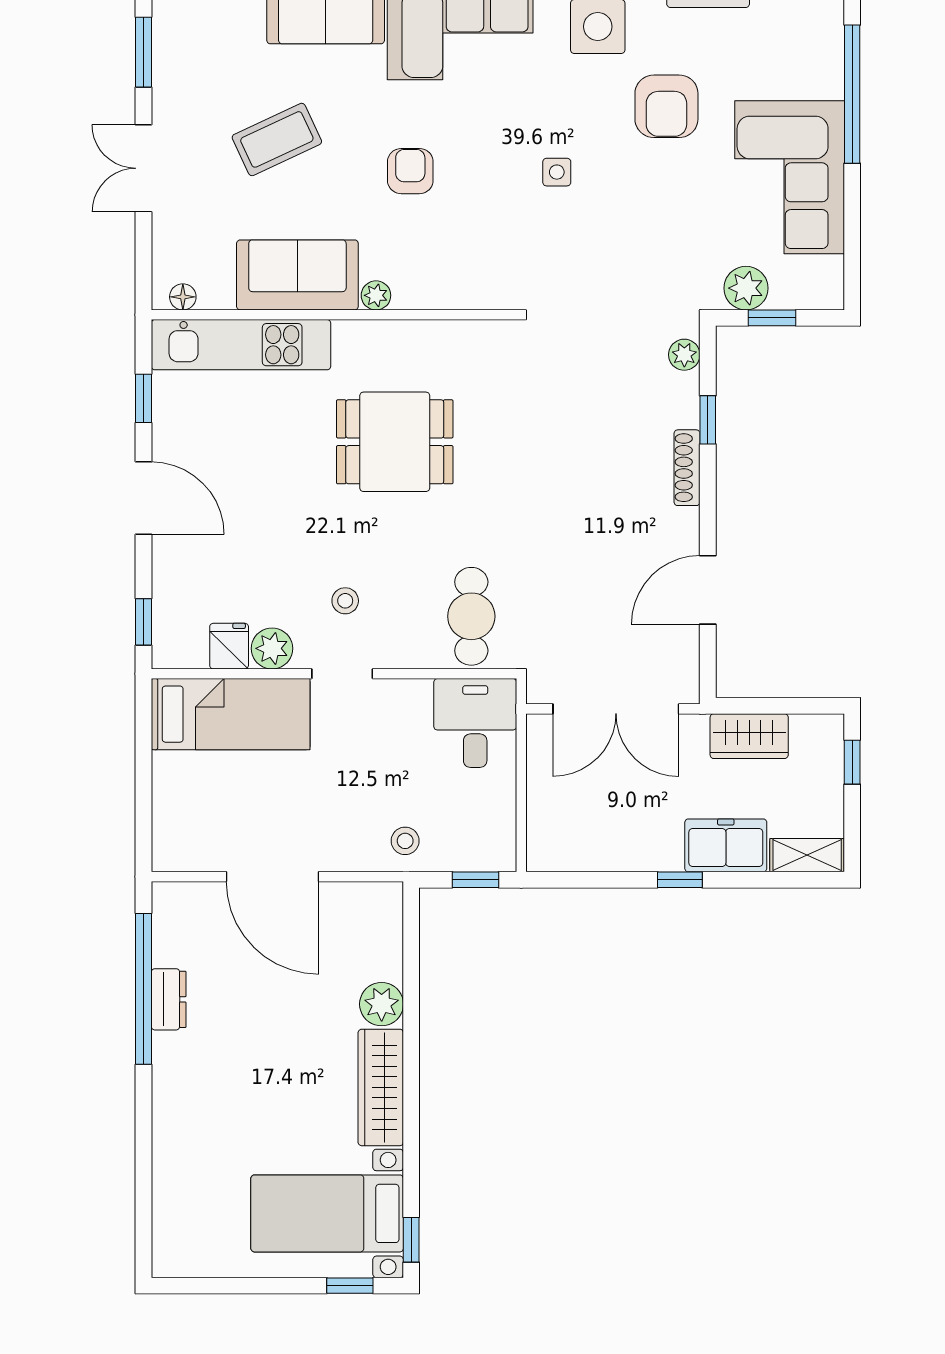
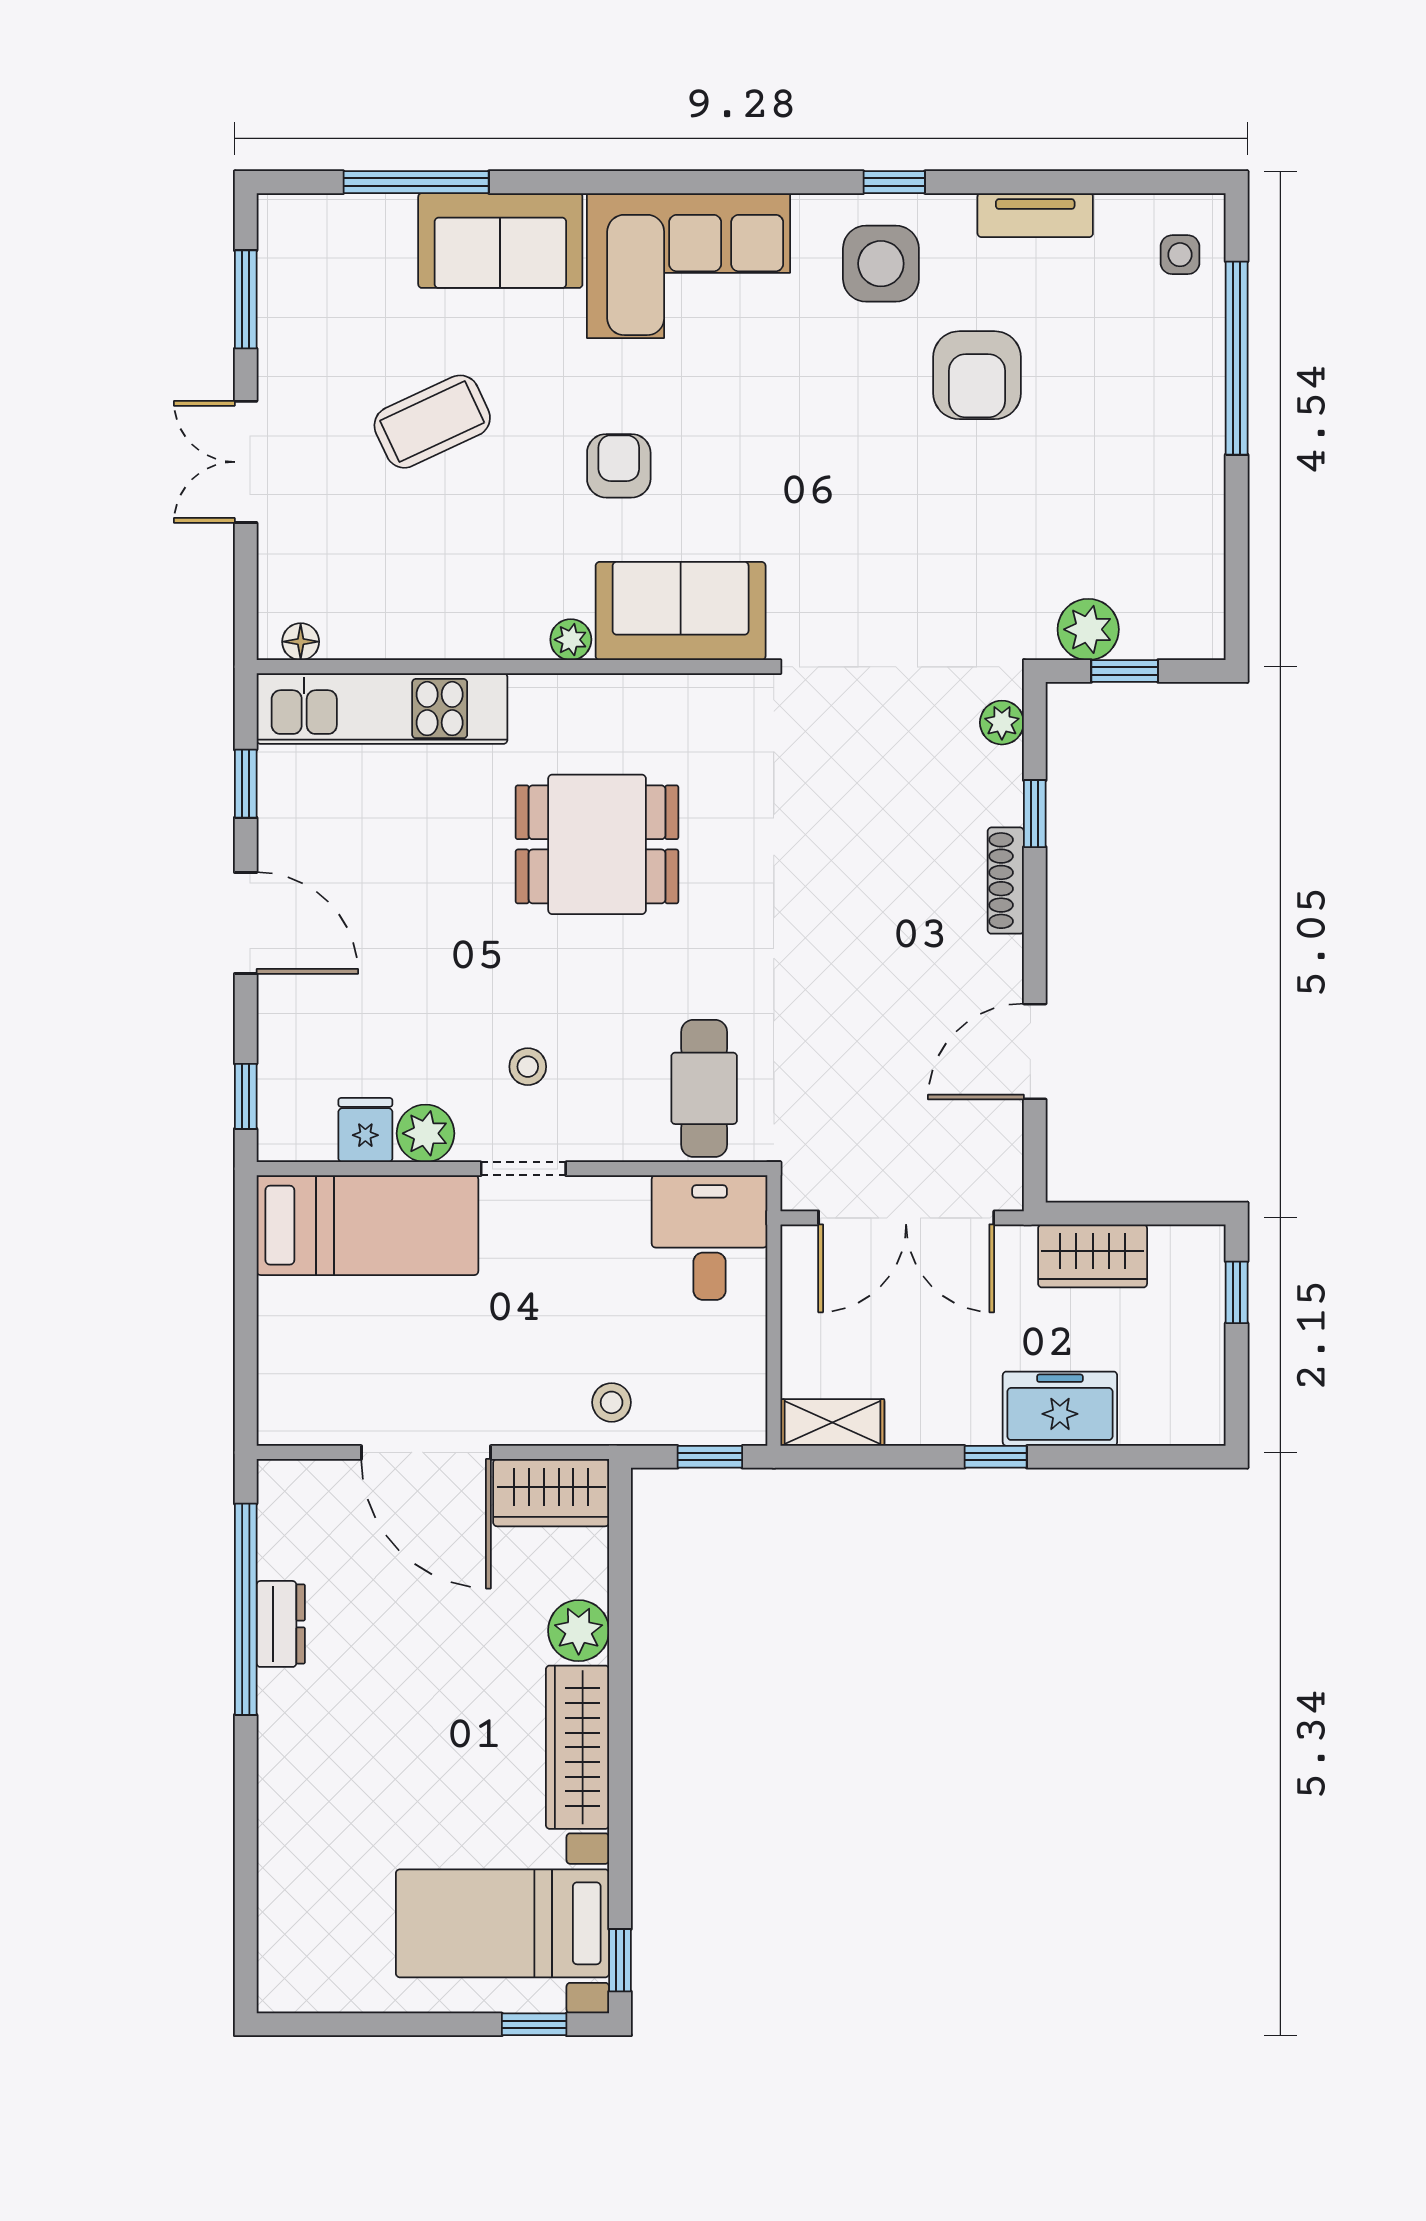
side table: (557, 172) -> (1180, 255), moved
corner sofa: (790, 177) -> (1149, 475), removed
sofa: (297, 275) -> (681, 611), moved
shelving: (807, 855) -> (832, 1422), moved
wardrobe: (362, 905) -> (551, 1493), added

